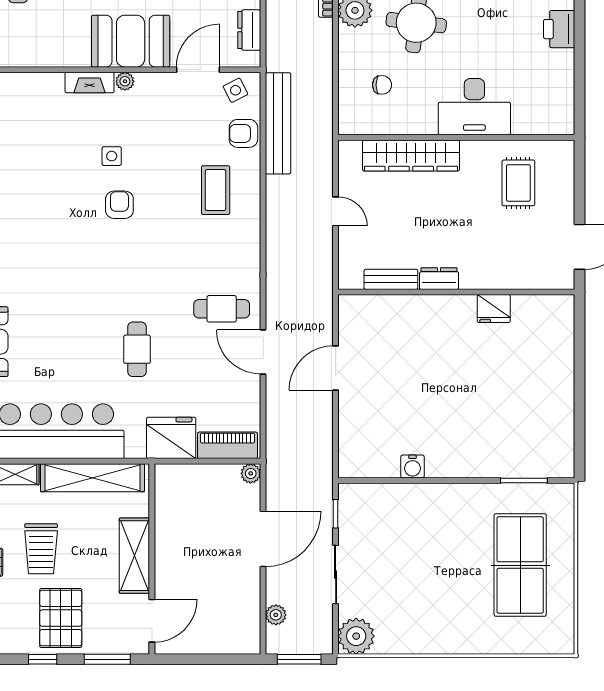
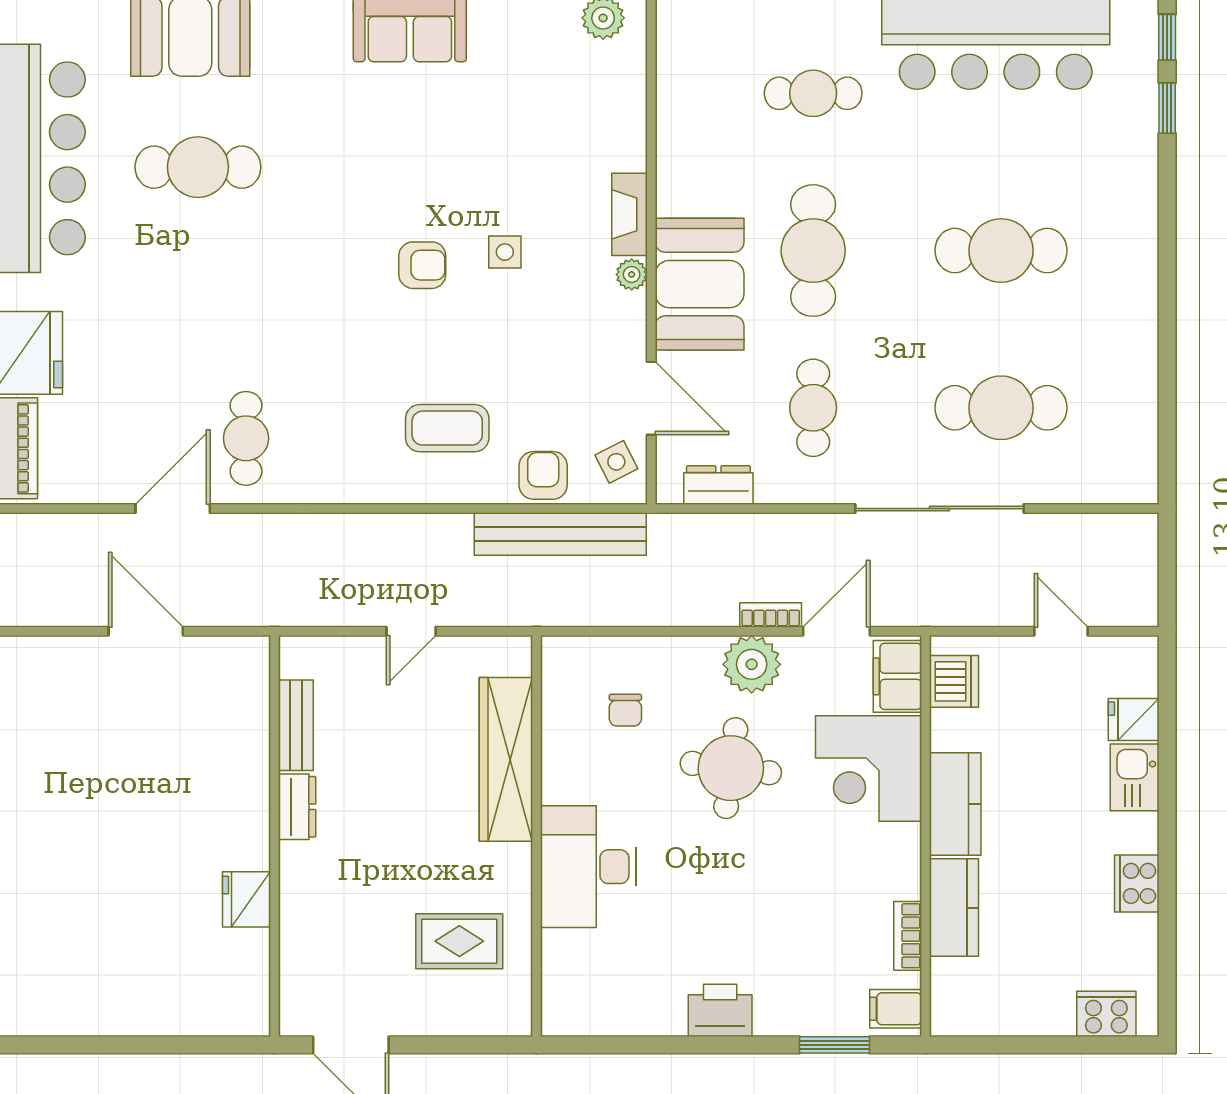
cafe table: (137, 349) -> (198, 167), moved, width x1.37, depth x1.35

